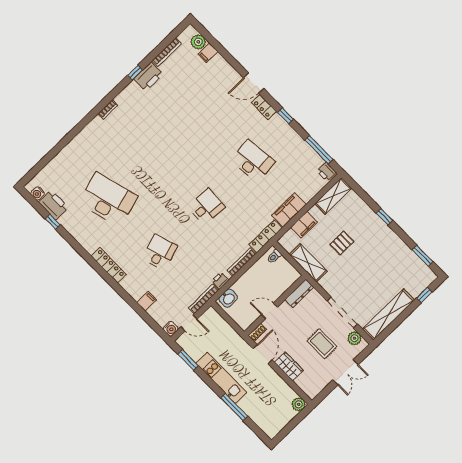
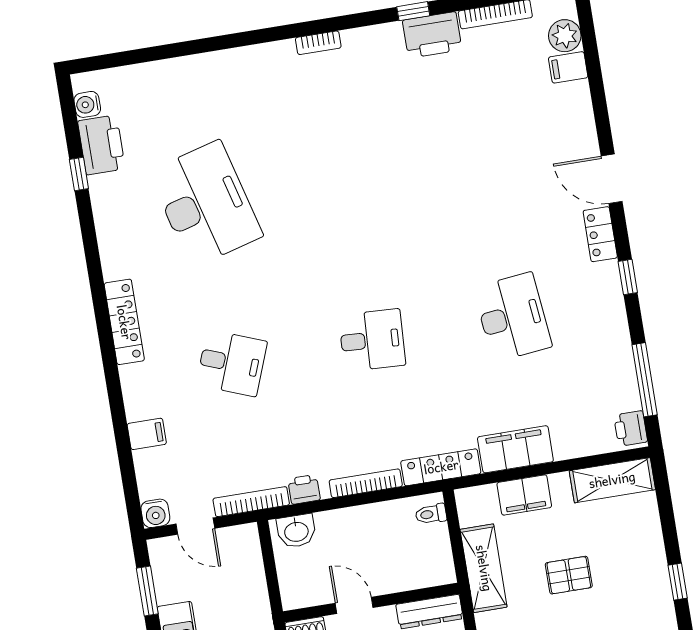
desk: (160, 252) -> (232, 363), turned 39

